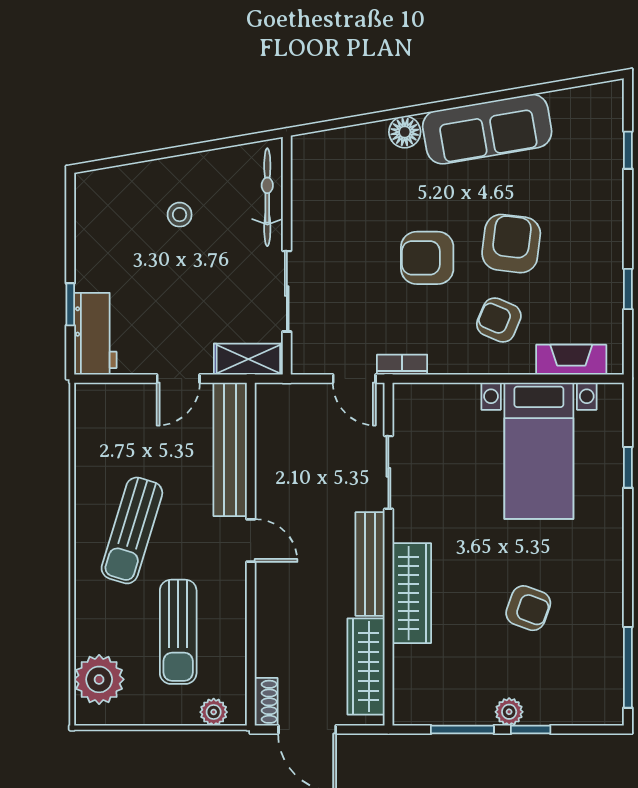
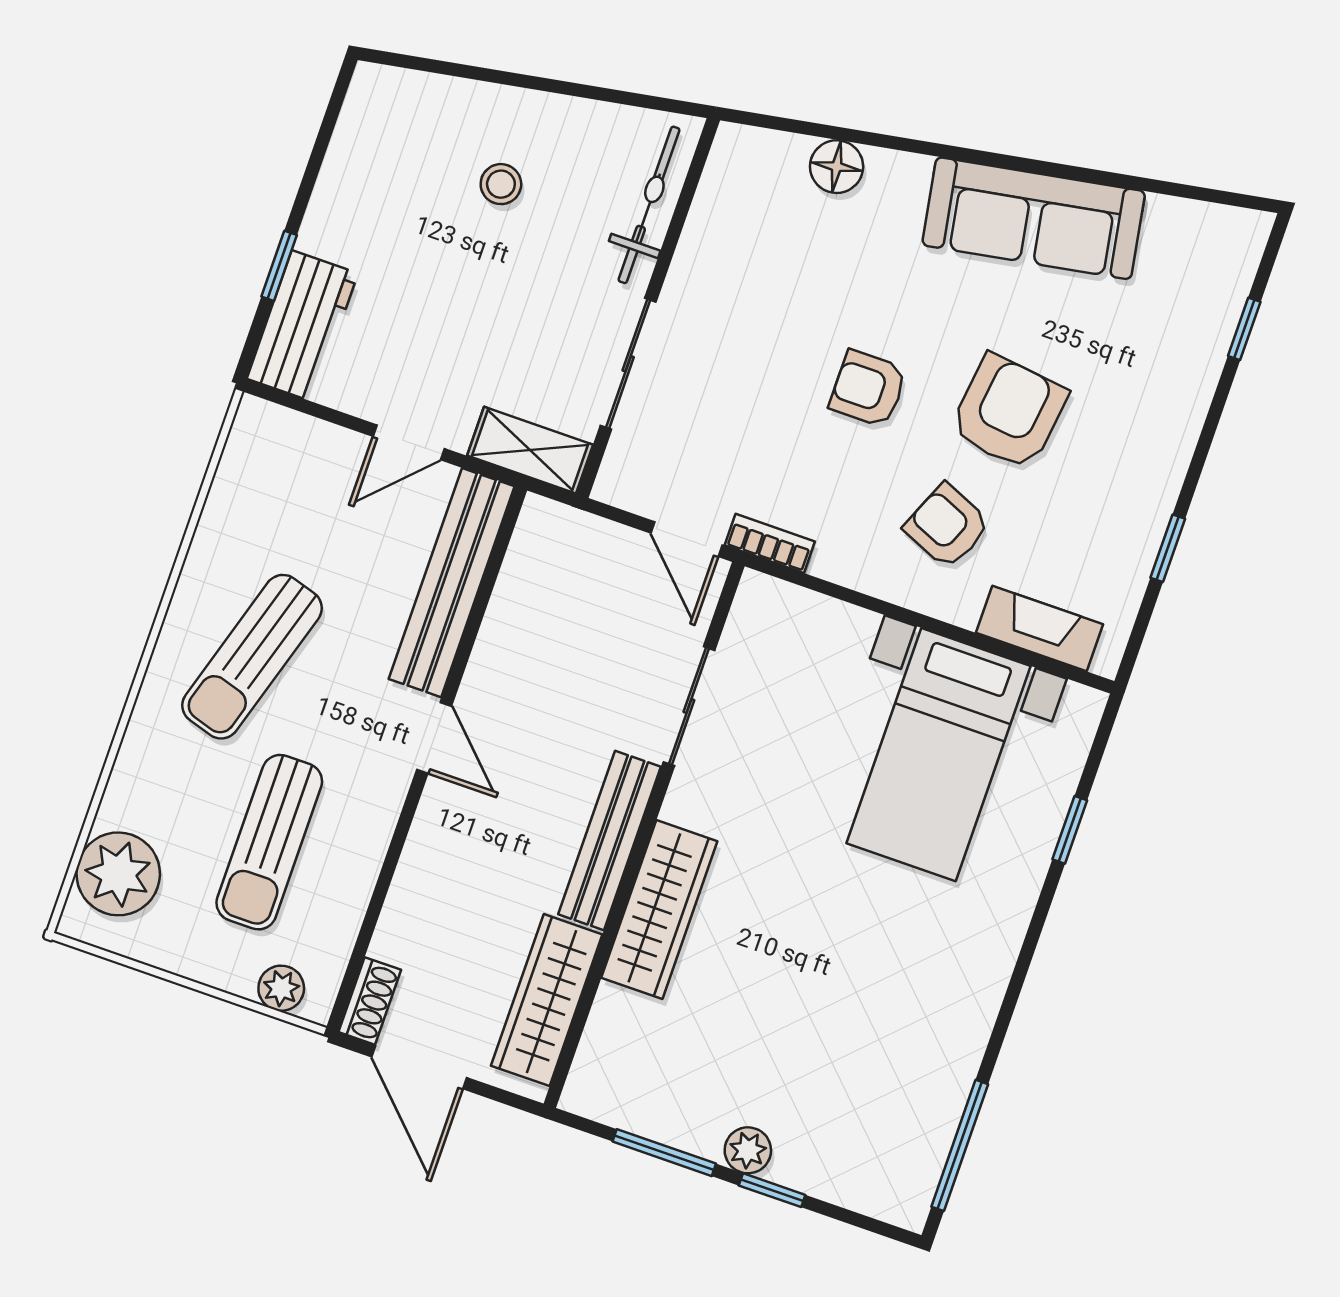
floor lamp: (405, 132) -> (837, 167), moved
armchair: (427, 258) -> (868, 389), width x0.72, depth x0.72
armchair: (528, 608) -> (835, 997), removed

